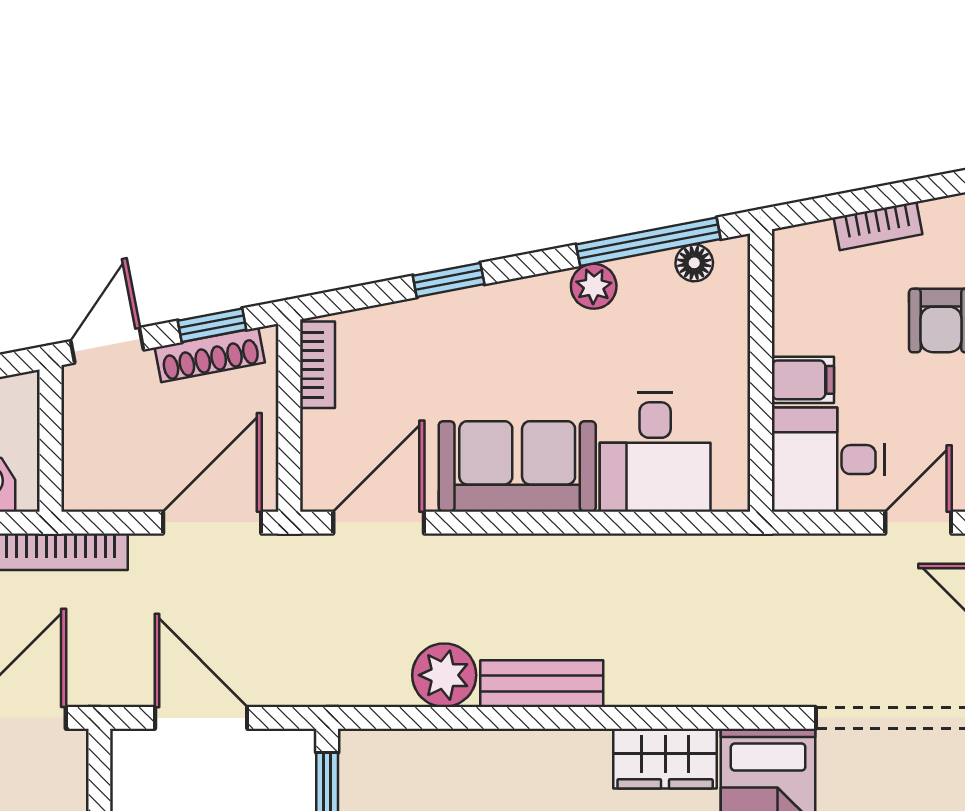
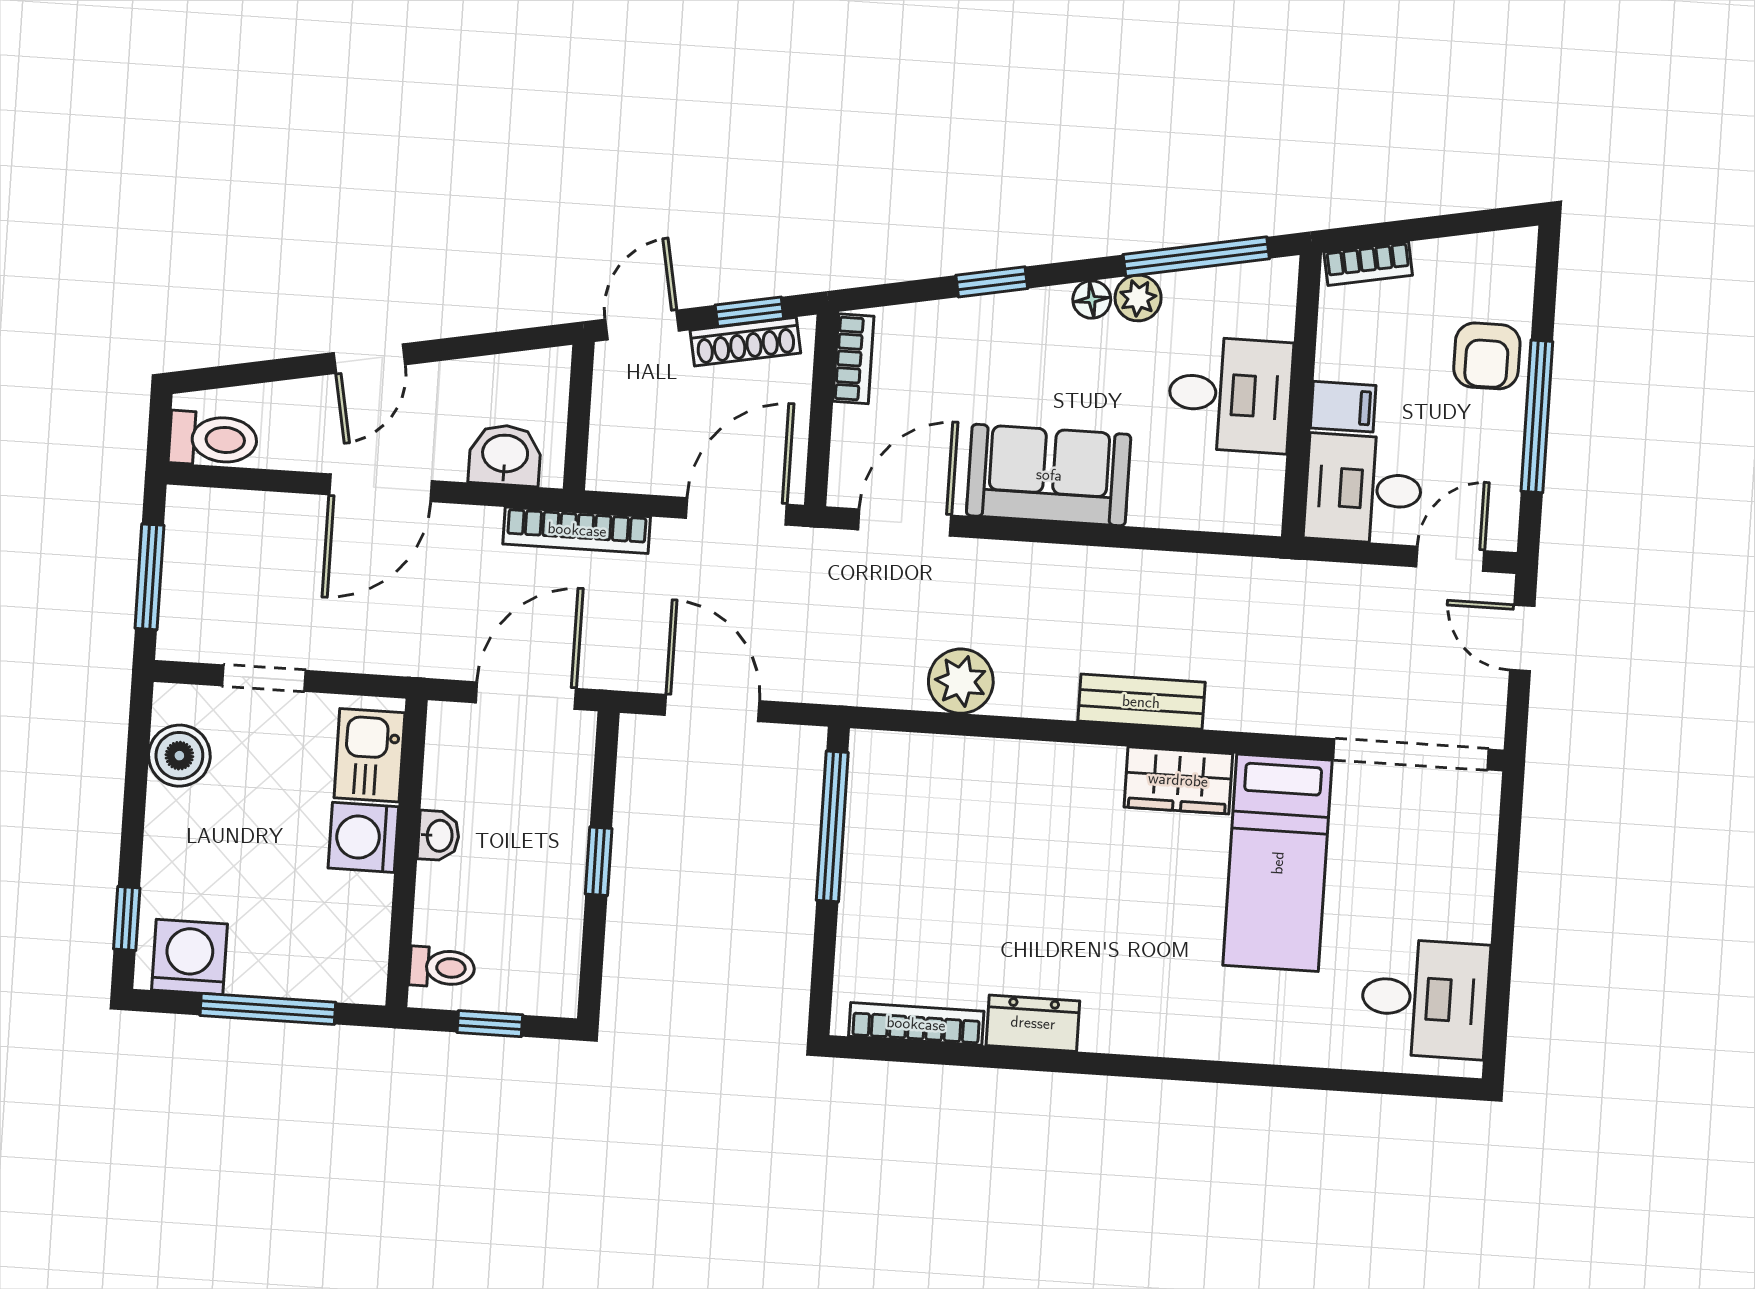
bookcase: (878, 226) -> (1368, 264), moved
floor lamp: (694, 263) -> (1092, 300), moved
desk: (655, 452) -> (1230, 395), moved, turned -90
bench: (542, 684) -> (1141, 702), moved

